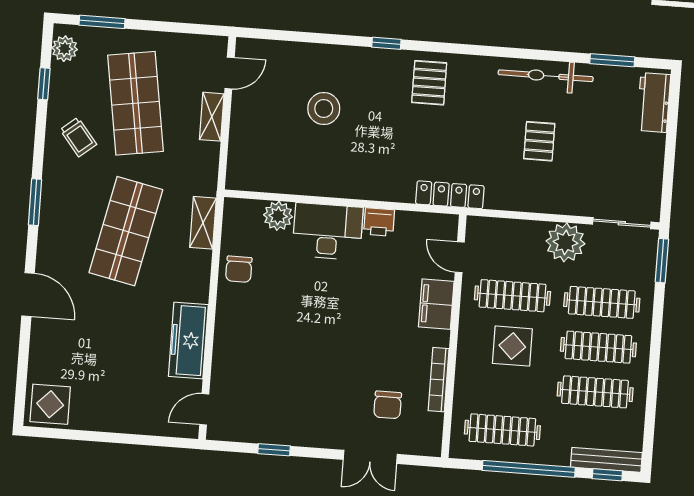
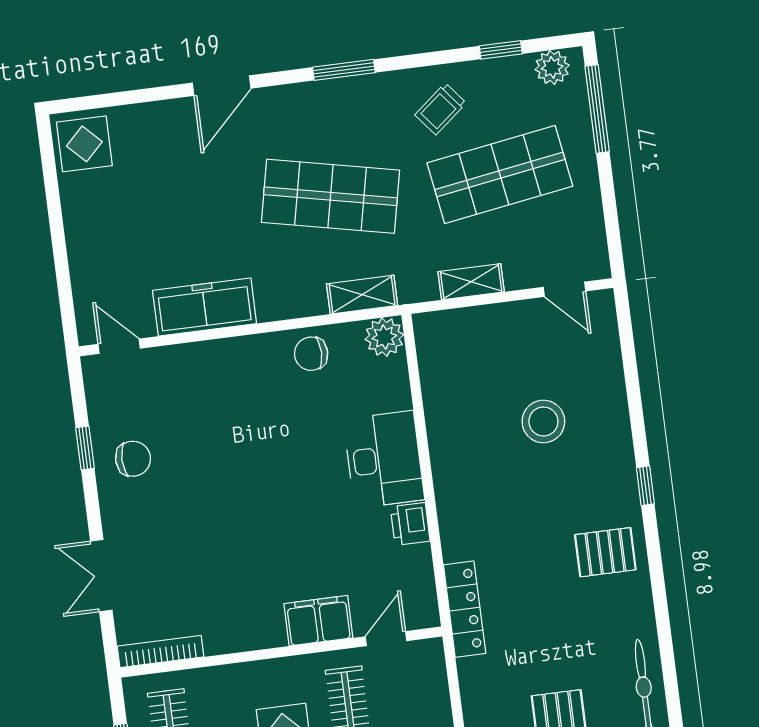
window: (102, 22) -> (597, 109), width x1.44
shelving: (212, 117) -> (471, 282), moved
plant: (278, 216) -> (384, 337), moved
bookcase: (439, 380) -> (160, 652), moved
chair: (388, 405) -> (133, 459), moved, turned 180

